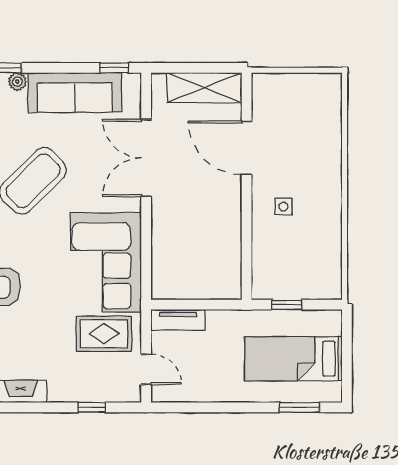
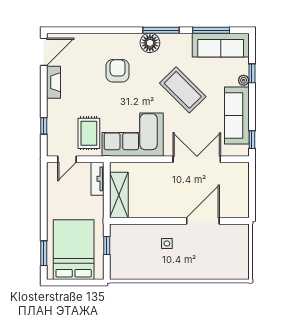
shelving: (204, 88) -> (119, 195), moved
bed: (293, 359) -> (74, 250), width x1.50

